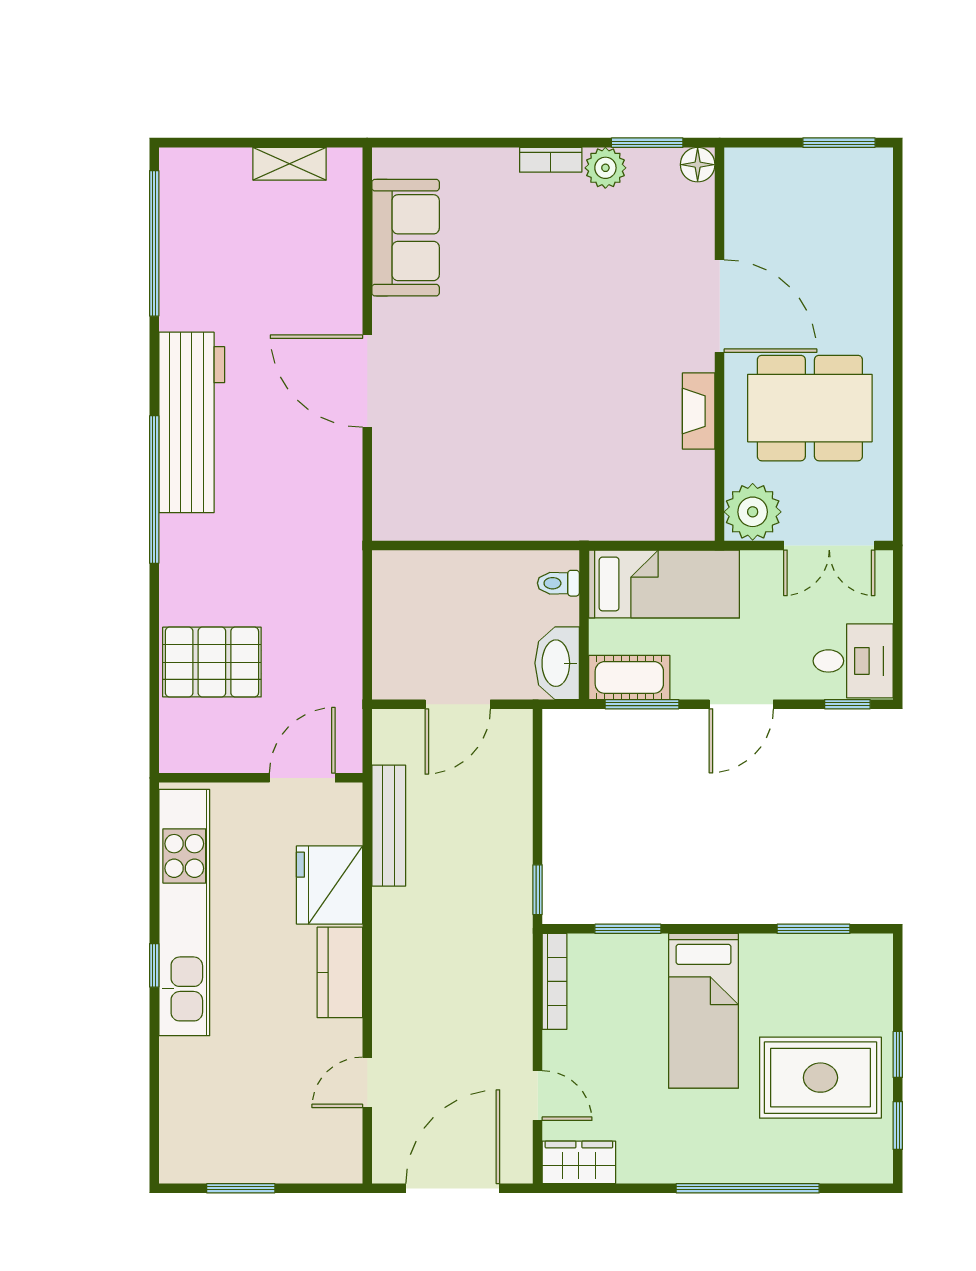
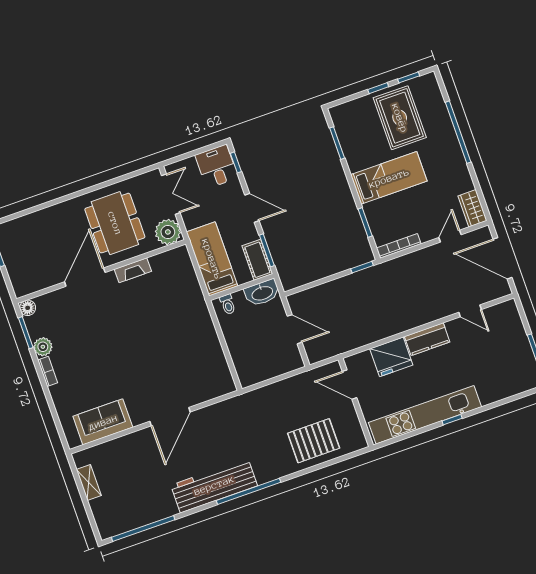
pallet: (212, 662) -> (314, 441), turned 90
bench: (389, 826) -> (357, 340), removed

